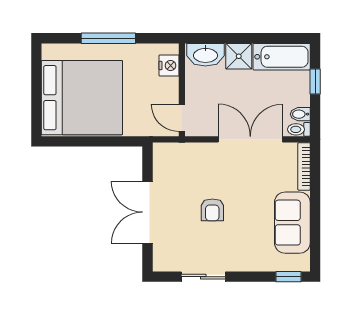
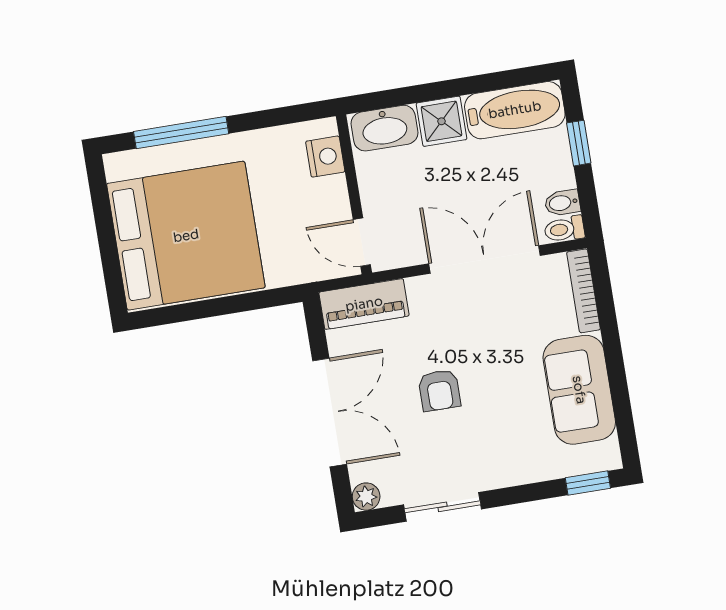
window: (108, 38) -> (181, 133), moved
piano: (177, 153) -> (364, 304), added
double door: (147, 212) -> (330, 412), swing flipped
plant: (161, 264) -> (366, 497), added

